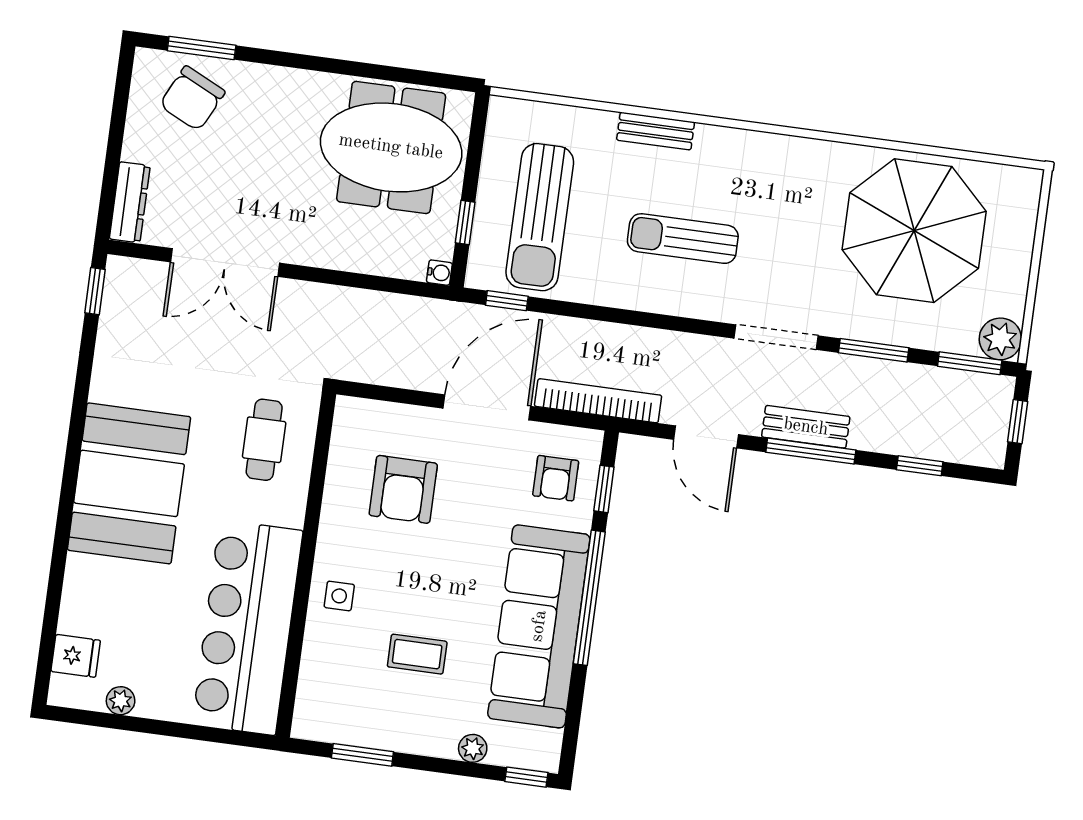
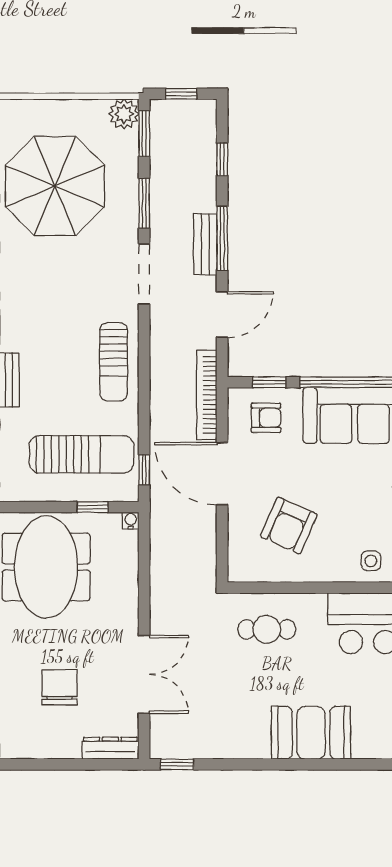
chair: (192, 98) -> (60, 687), moved, turned -116
sun lounger: (683, 239) -> (114, 362), moved
booth: (129, 483) -> (311, 733), width x0.73, depth x0.70
armchair: (403, 489) -> (289, 525), turned 114

